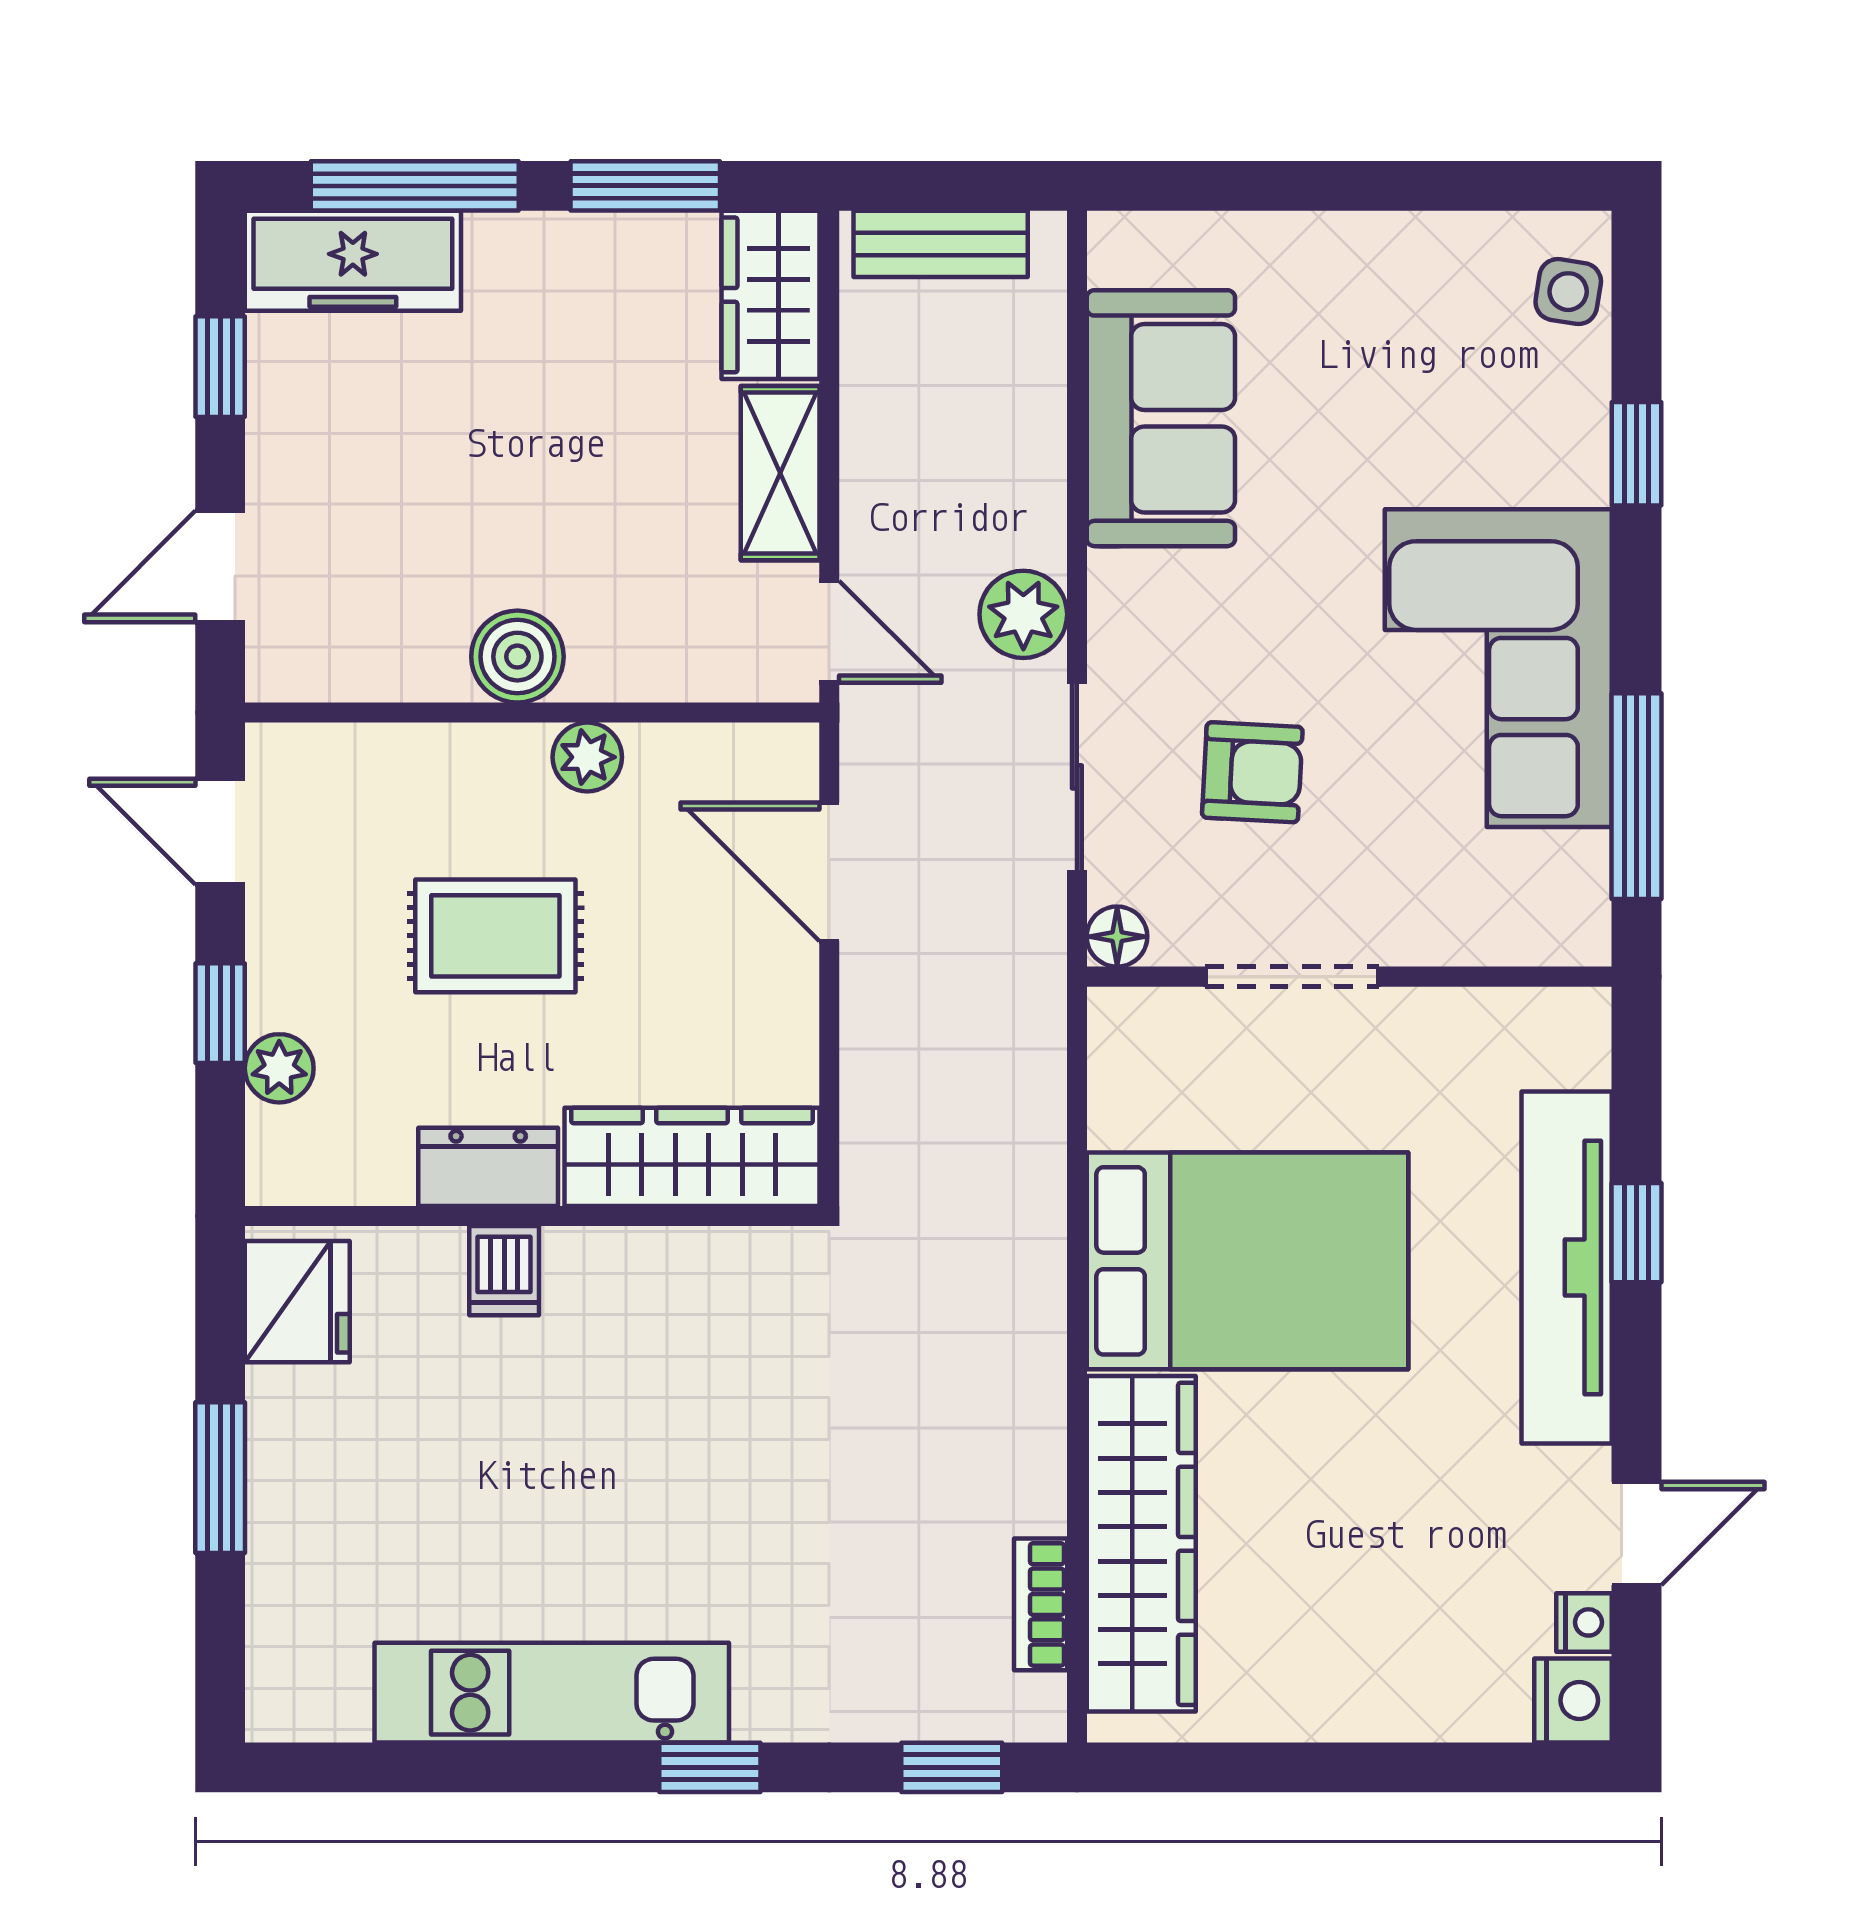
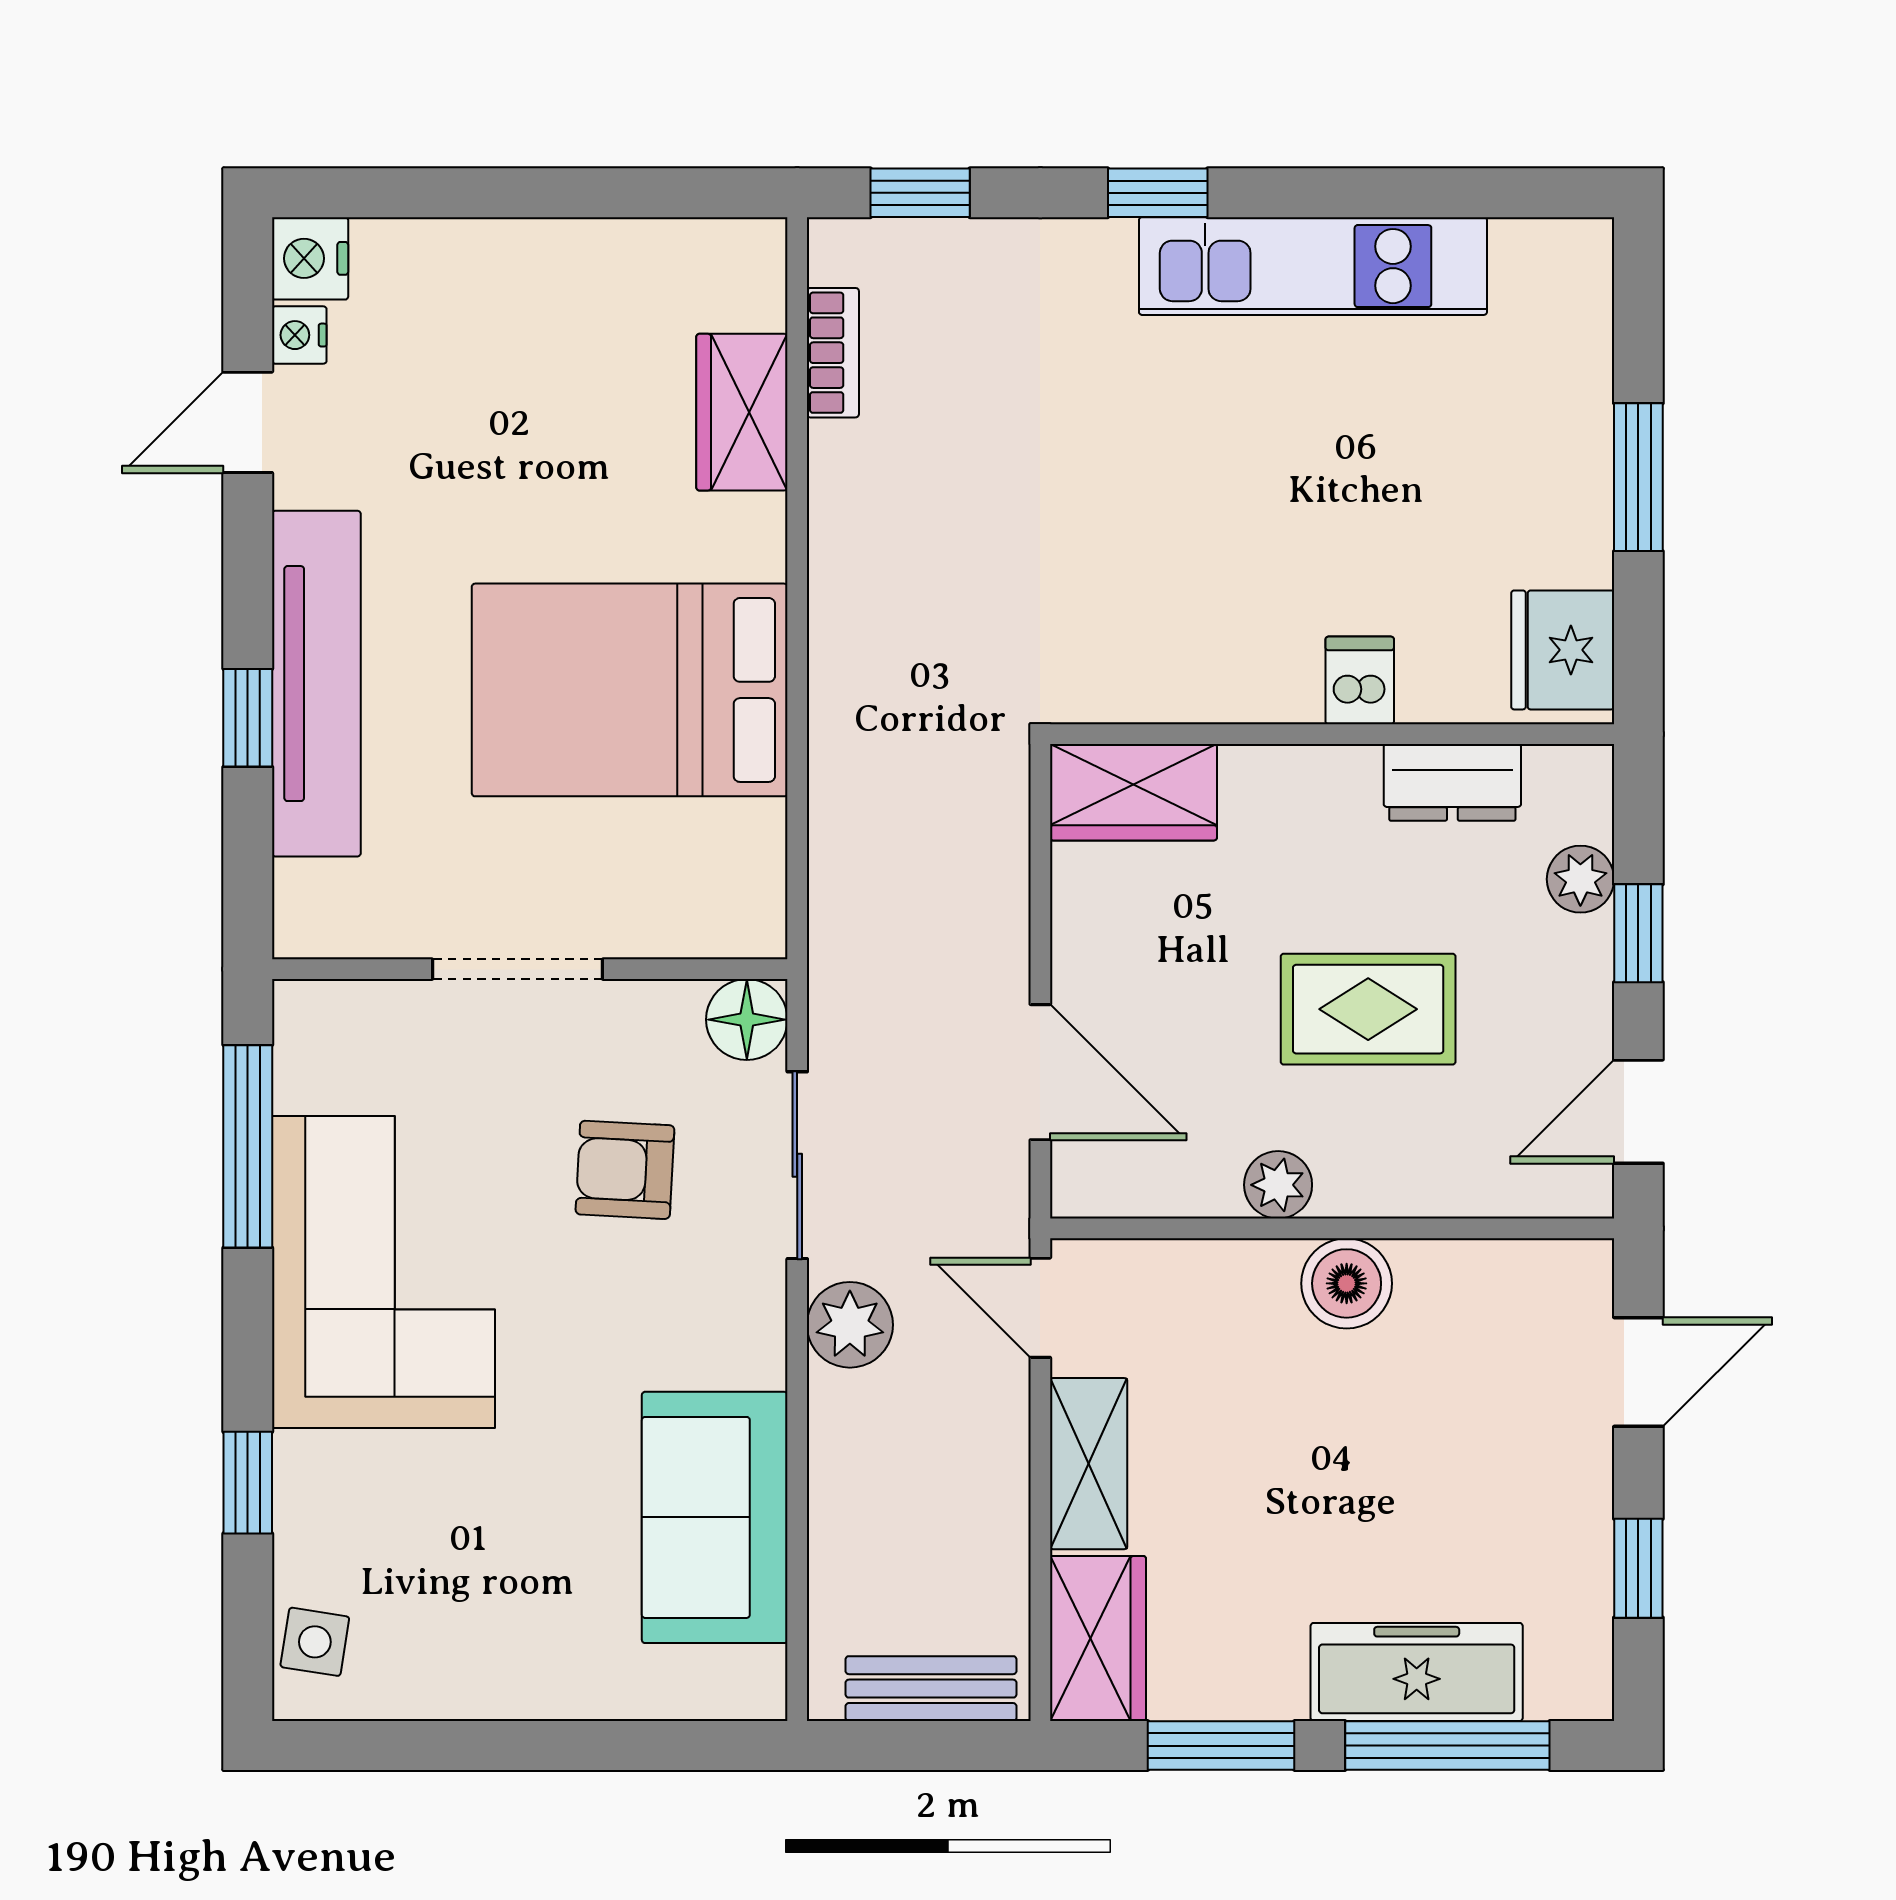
freezer: (353, 261) -> (1417, 1672), moved
door: (220, 832) -> (1638, 1112), swing flipped
floor lamp: (1117, 937) -> (747, 1020), width x1.37, depth x1.37
doorway: (1292, 977) -> (518, 969), moved
wardrobe: (692, 1157) -> (1133, 792), width x0.67
dresser: (488, 1167) -> (1452, 782), moved
wardrobe: (1141, 1544) -> (742, 412), width x0.48, depth x0.85

